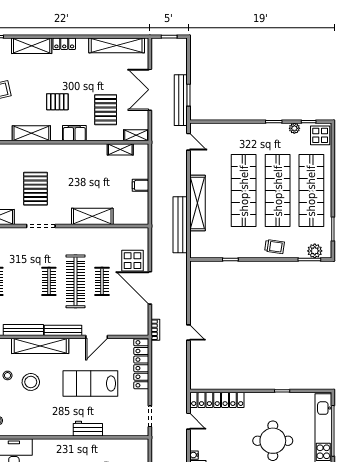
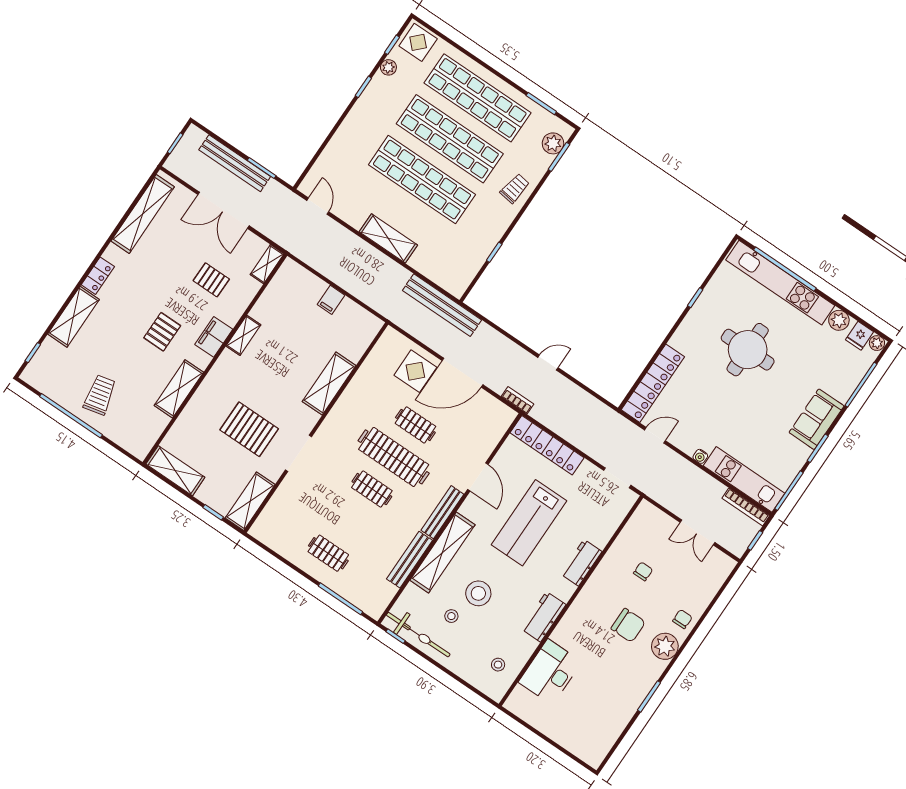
bench: (181, 100) -> (235, 163), moved
pallet: (106, 110) -> (211, 280), width x0.67, depth x0.71
door: (188, 142) -> (318, 206), hinge flipped
shelving: (120, 149) -> (243, 335), moved
shelving: (197, 203) -> (388, 238), width x0.68
bench: (180, 225) -> (442, 305), moved
workbench: (43, 428) -> (544, 617), added

